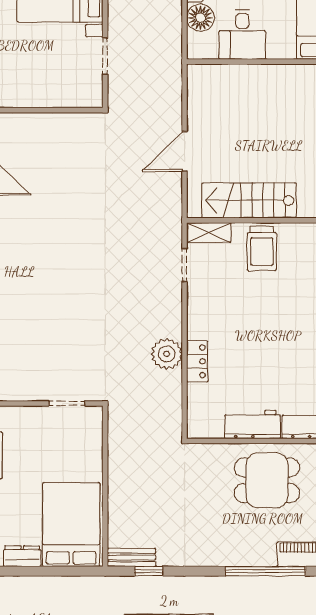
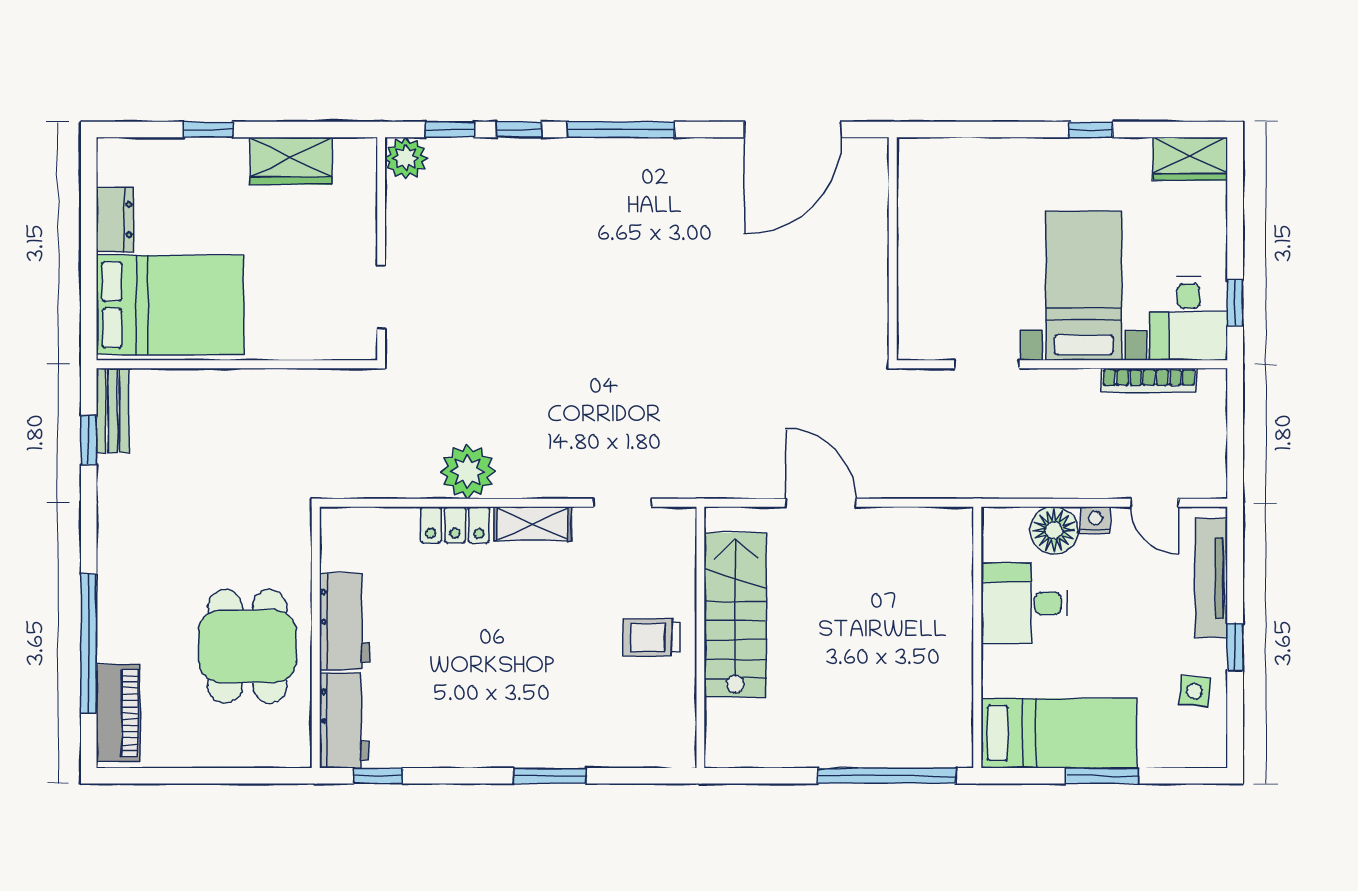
shelving: (209, 233) -> (533, 524), moved, turned 90
trolley: (262, 248) -> (652, 637), width x0.73, depth x0.72

